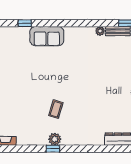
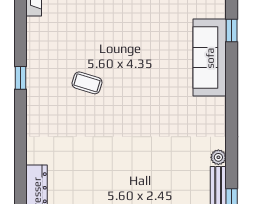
sofa: (47, 36) -> (210, 58), width x1.36
plant: (55, 139) -> (36, 81), removed

